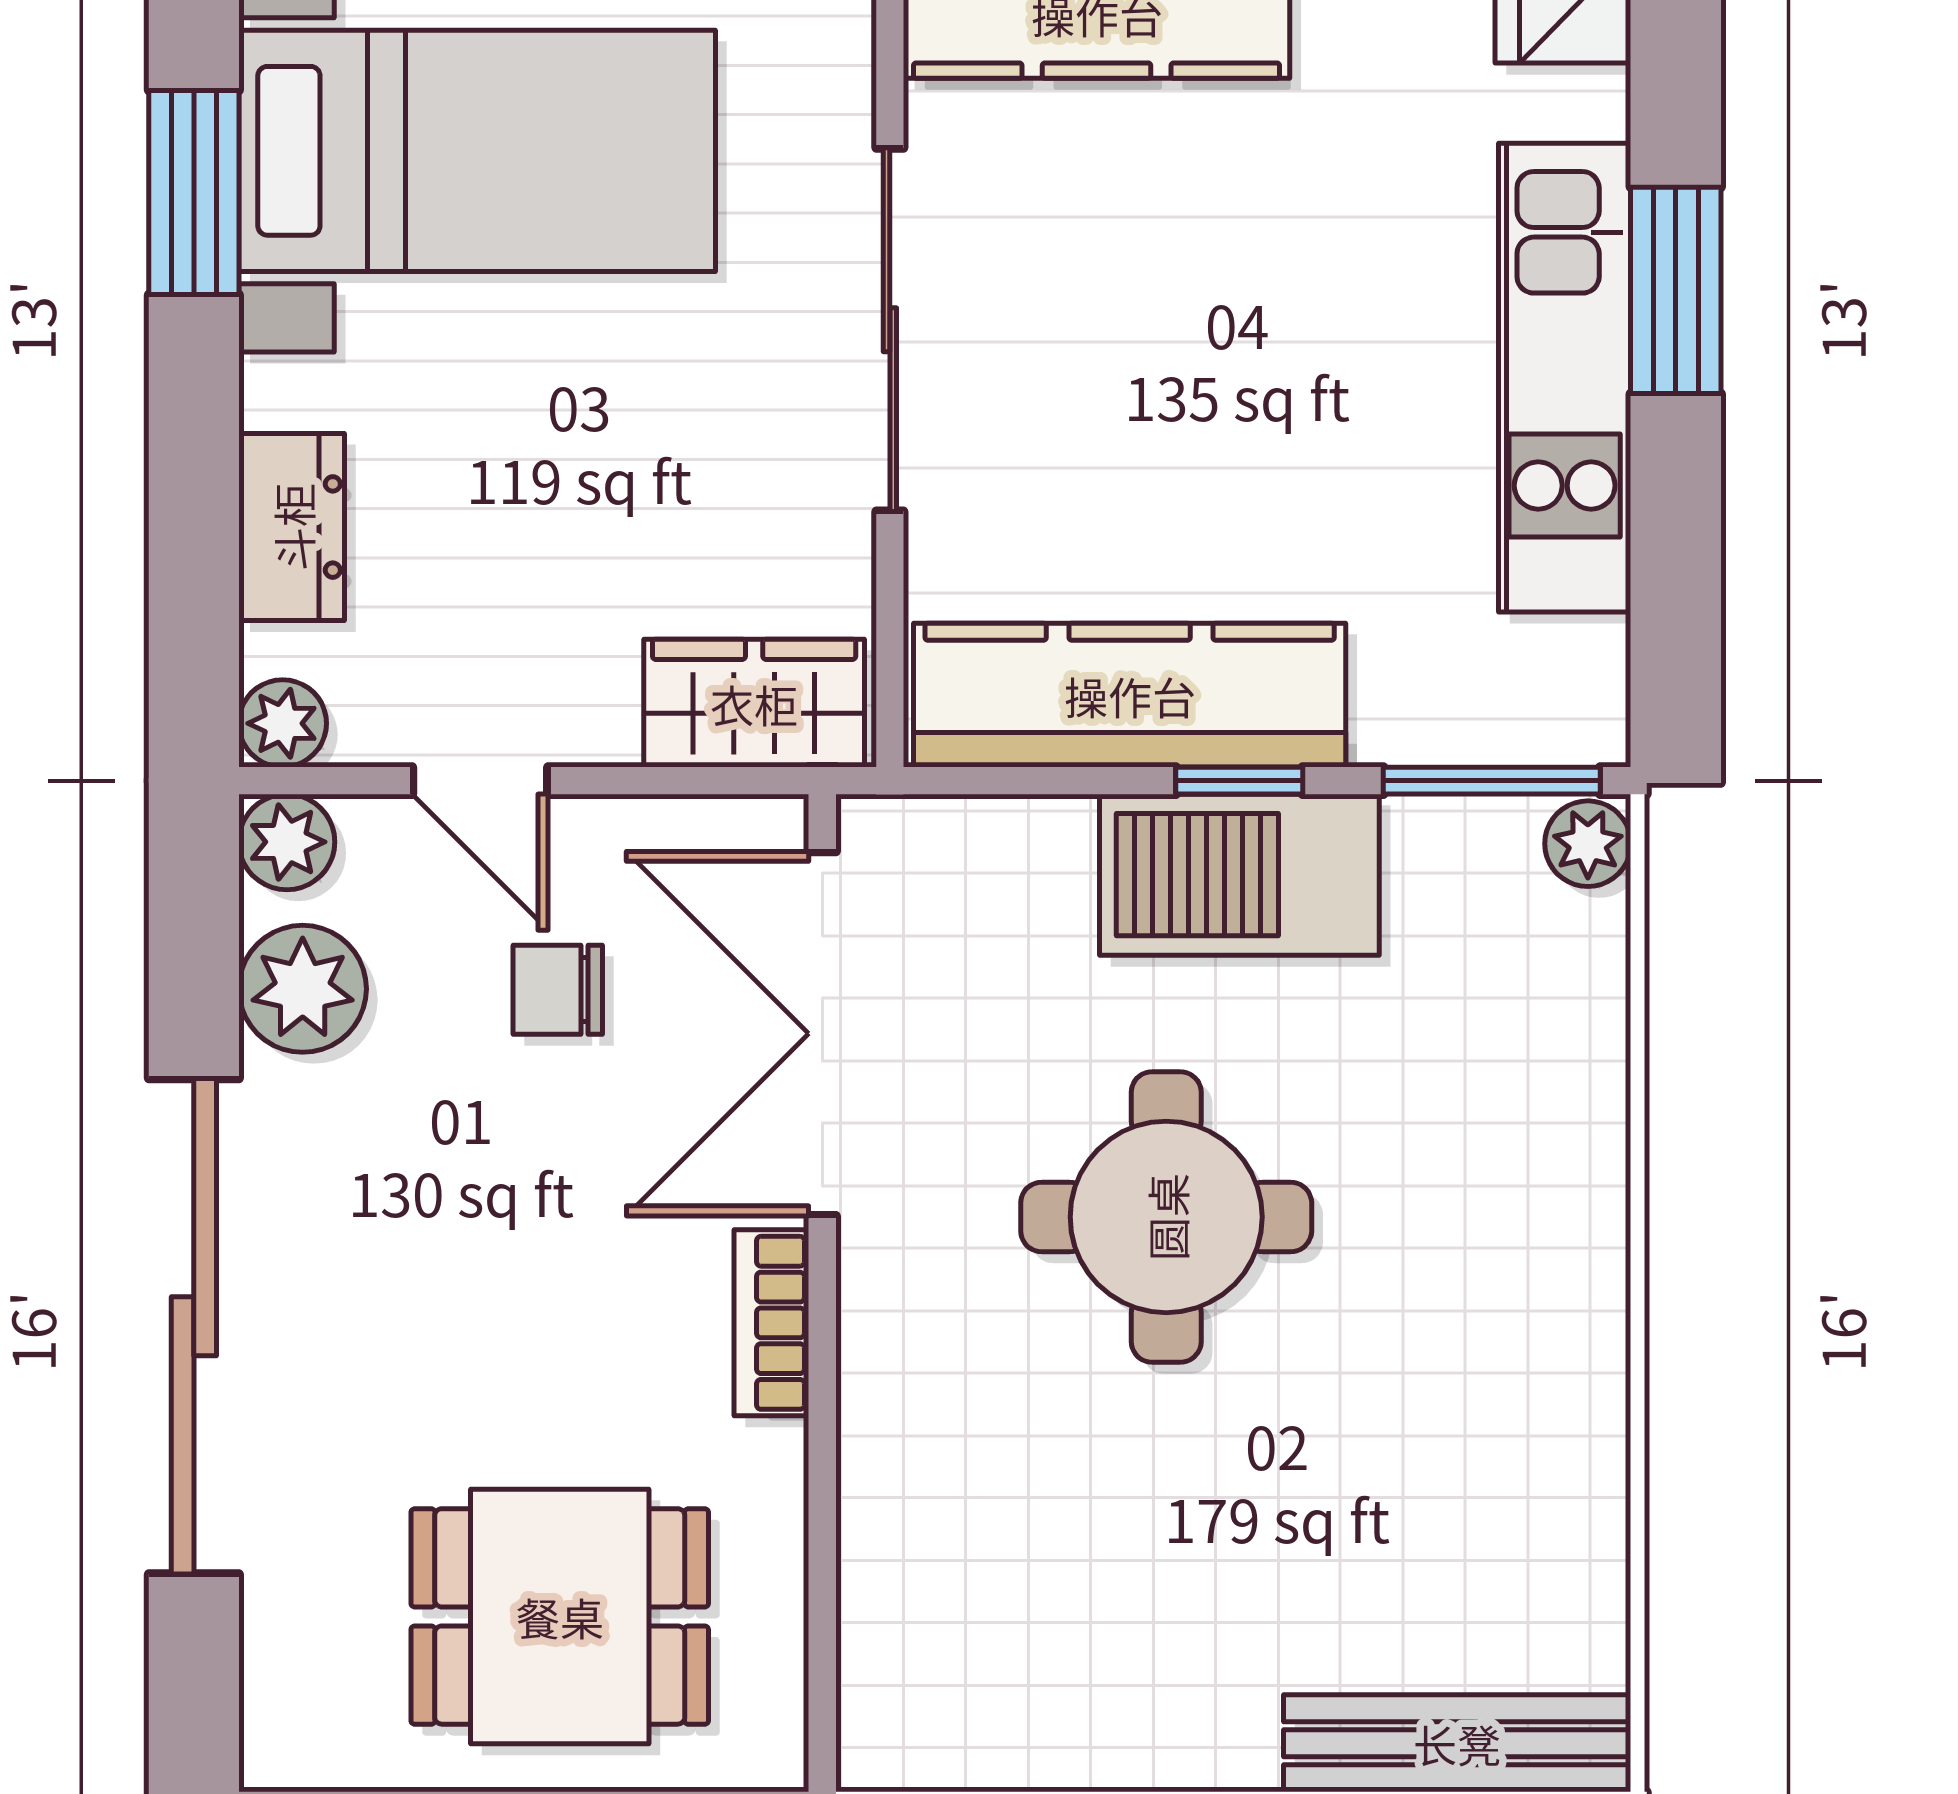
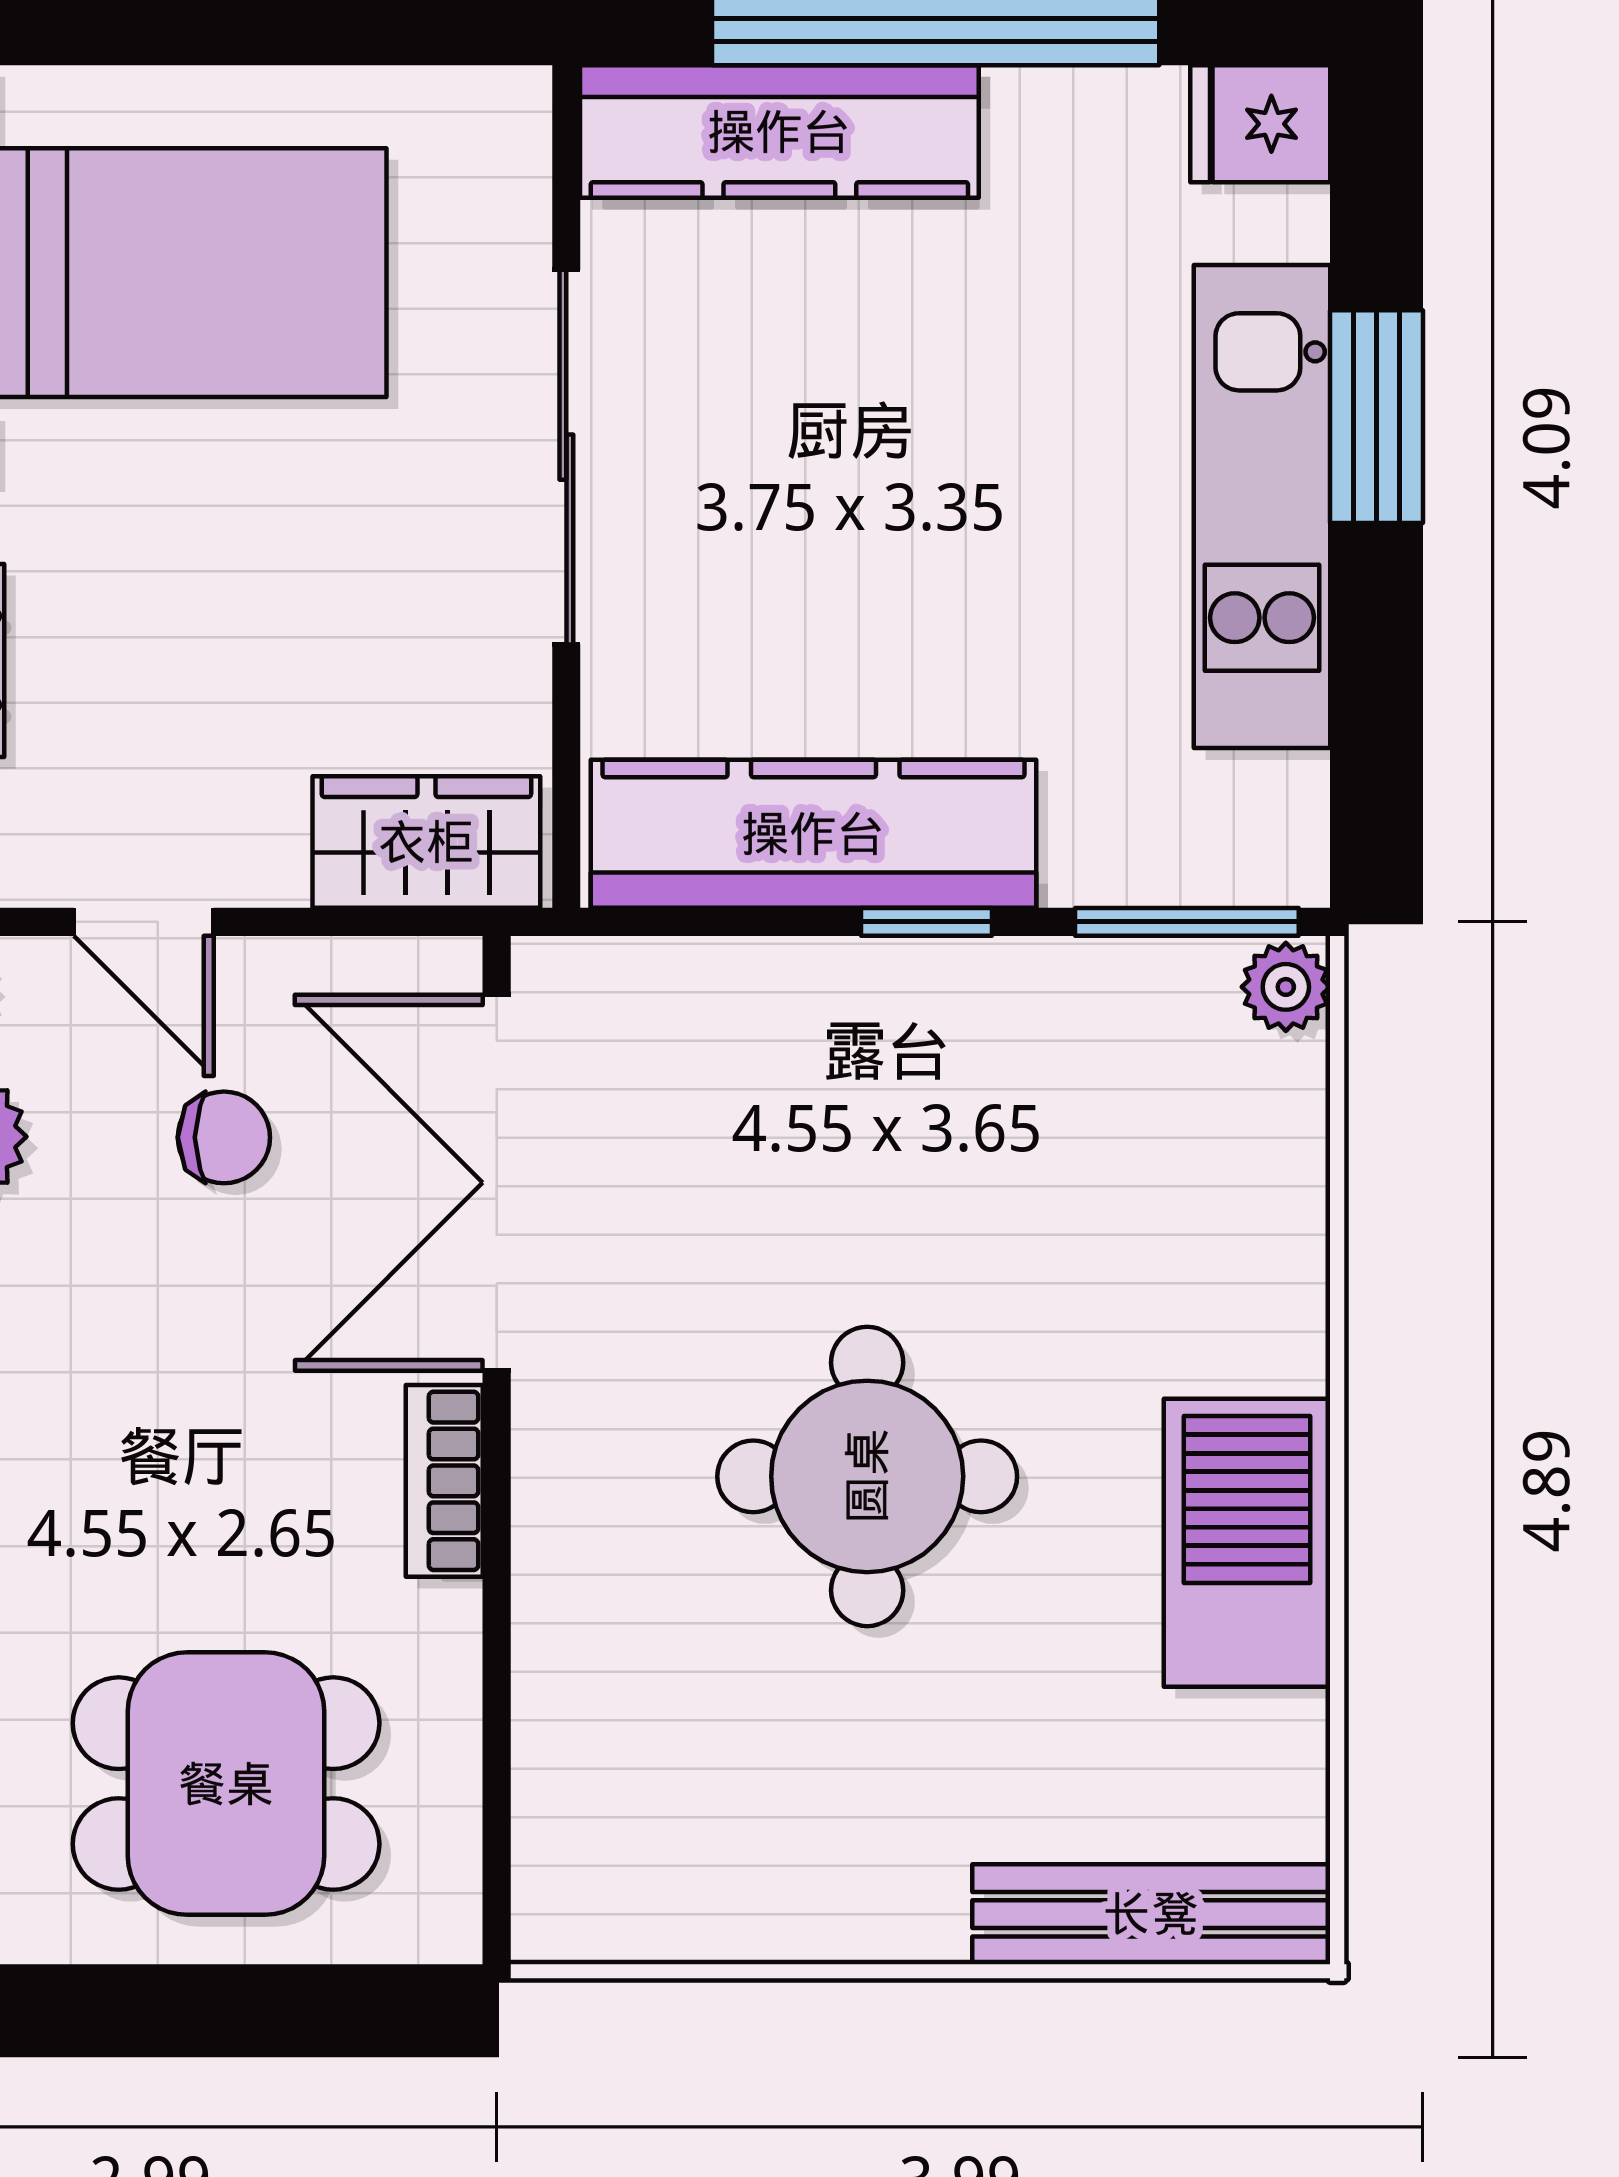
barbecue: (1239, 875) -> (1247, 1543), moved, turned 90
chair: (558, 990) -> (224, 1137), turned 180
round table: (1166, 1217) -> (867, 1476), moved

